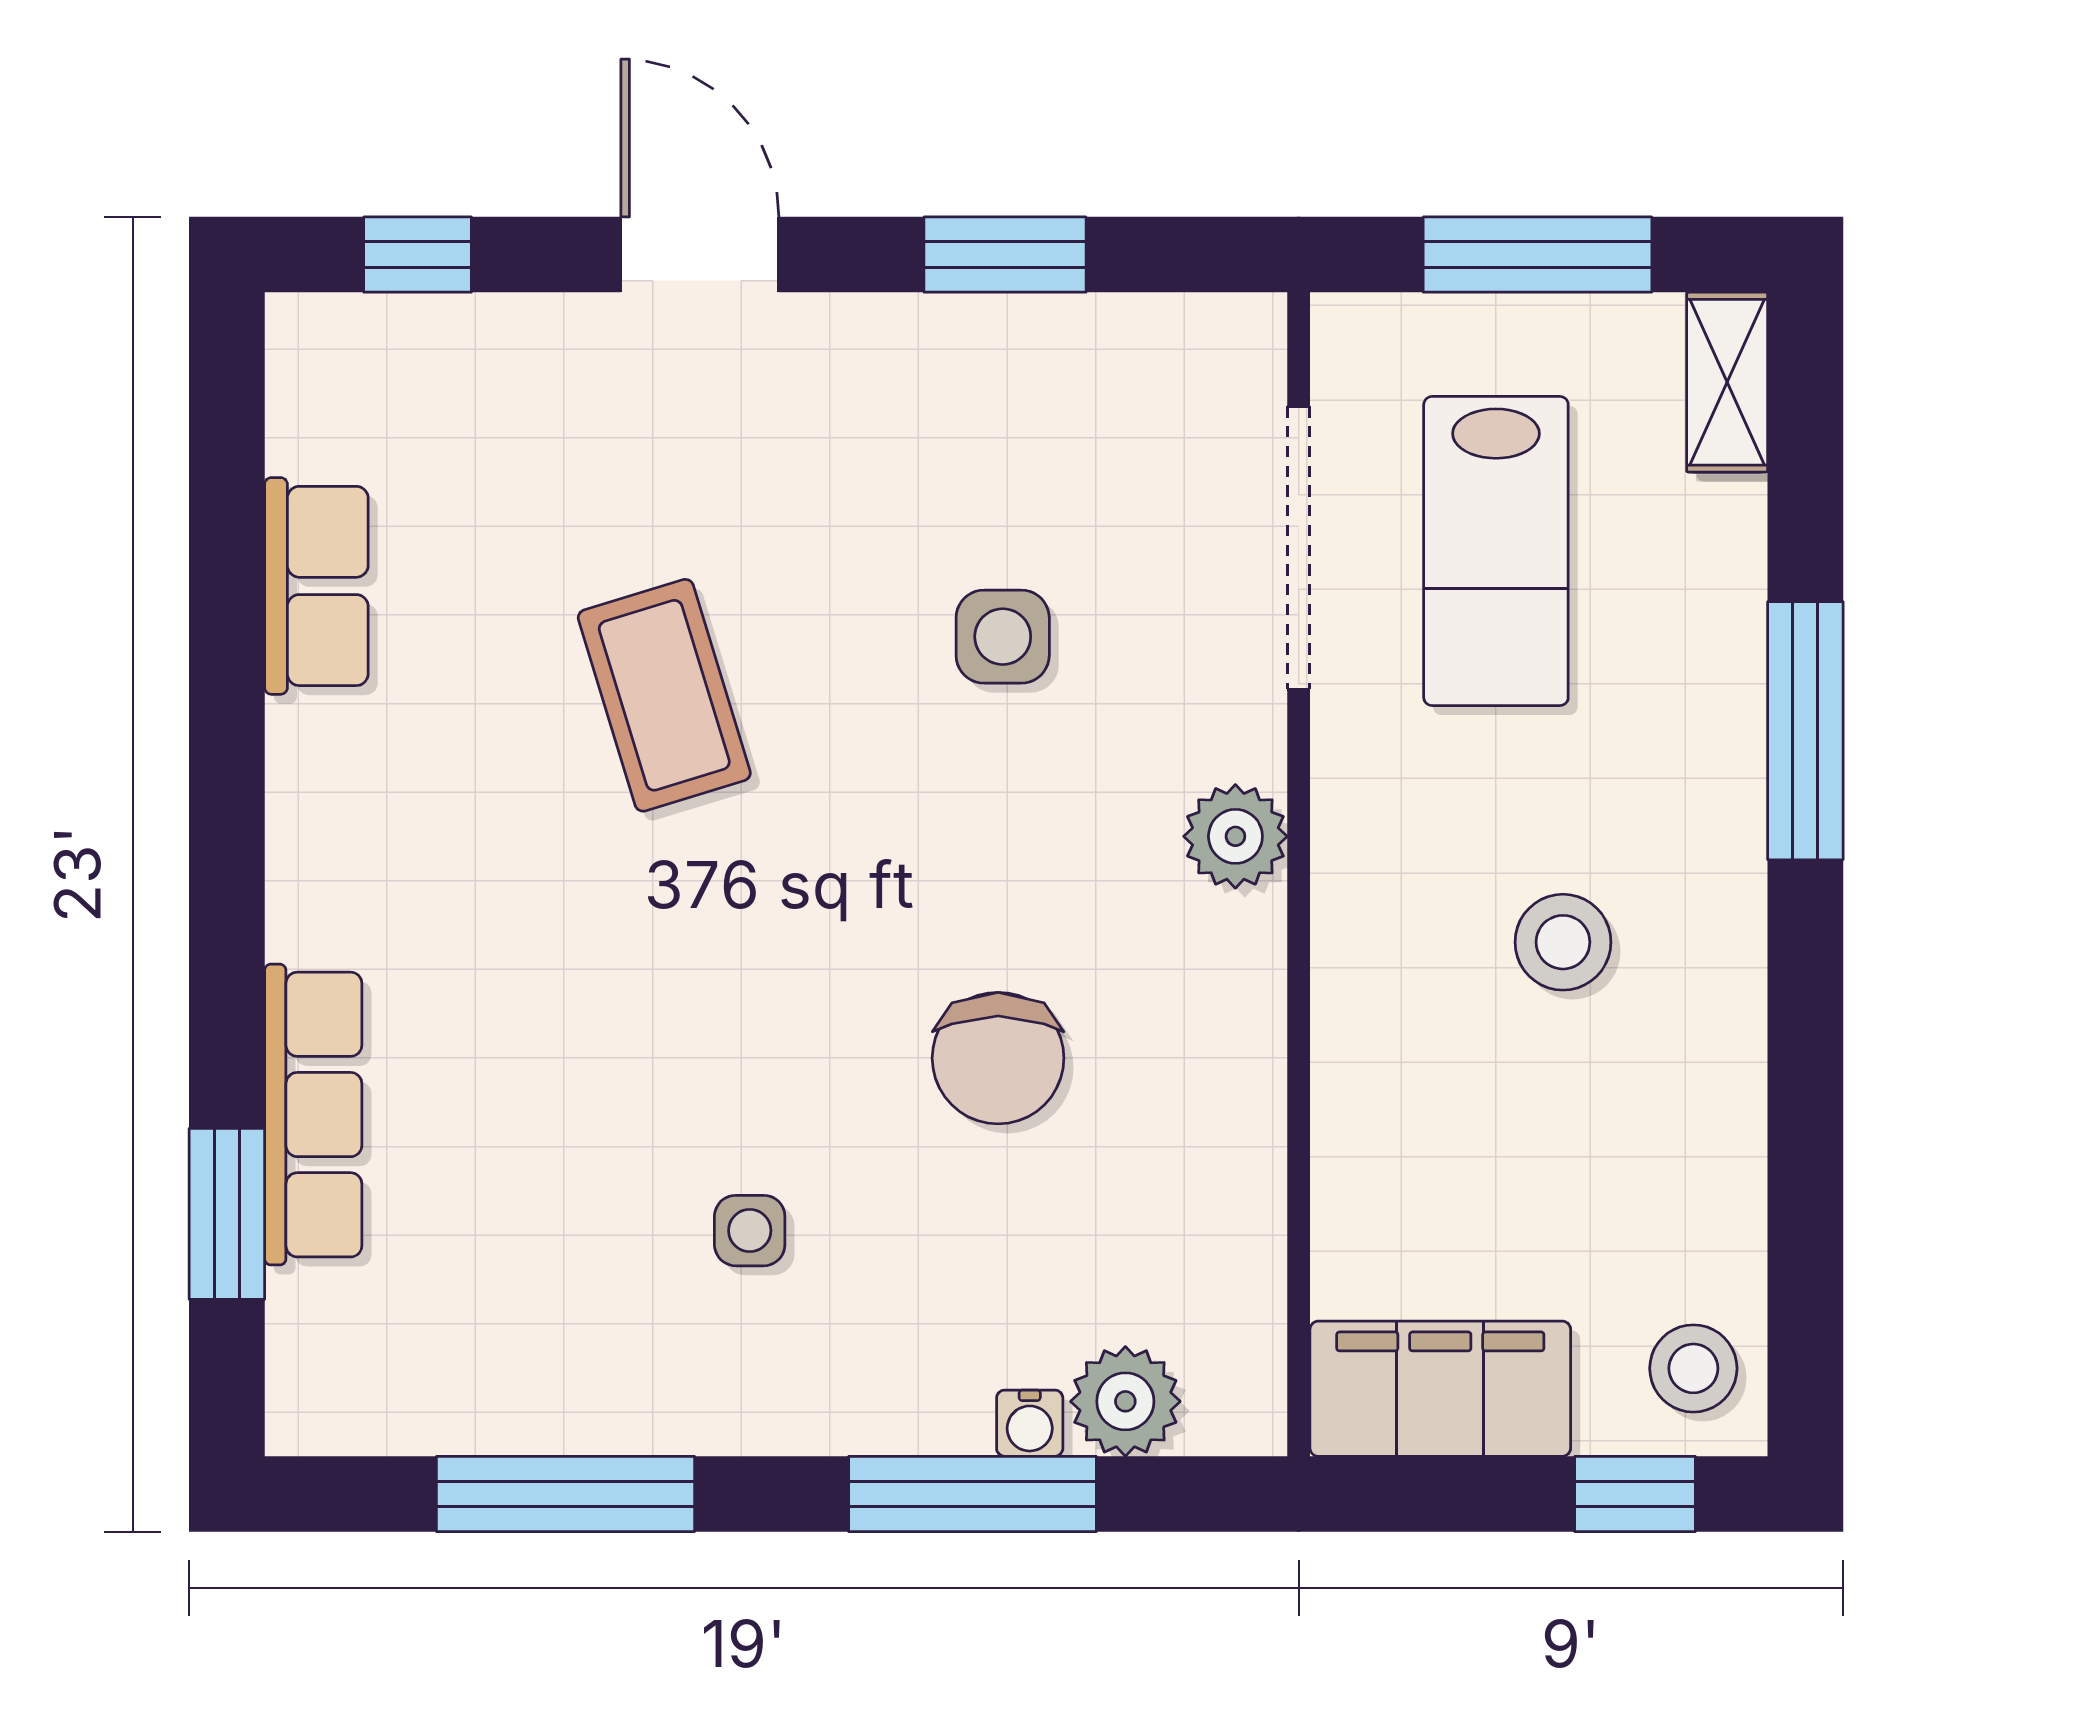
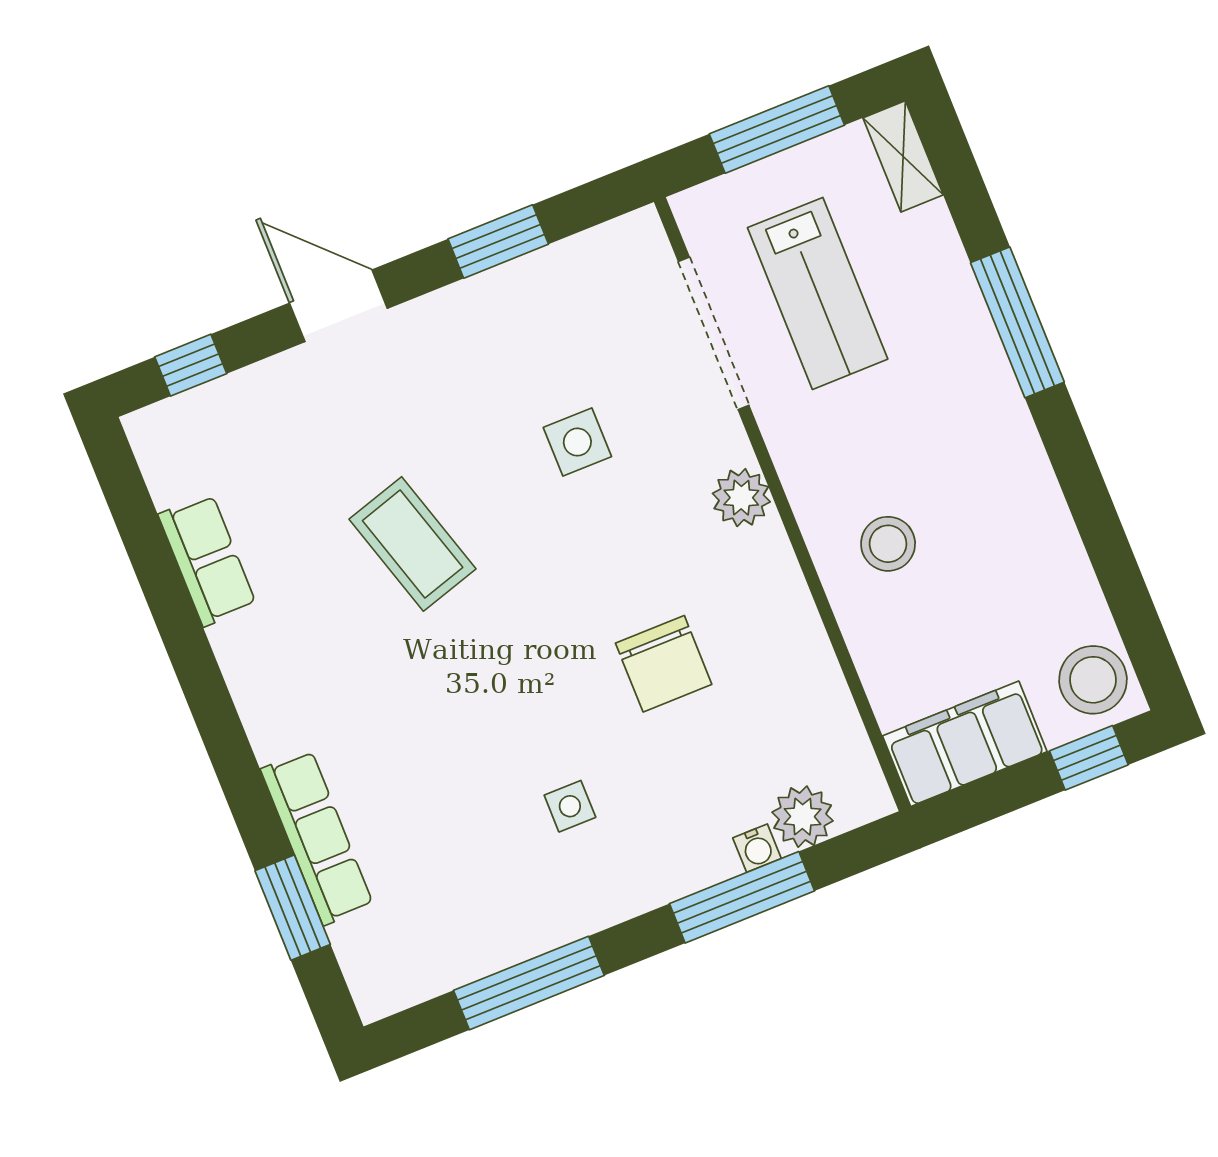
stool: (1563, 942) -> (888, 544), moved
stool: (1693, 1368) -> (1093, 680), width x1.38, depth x1.38

